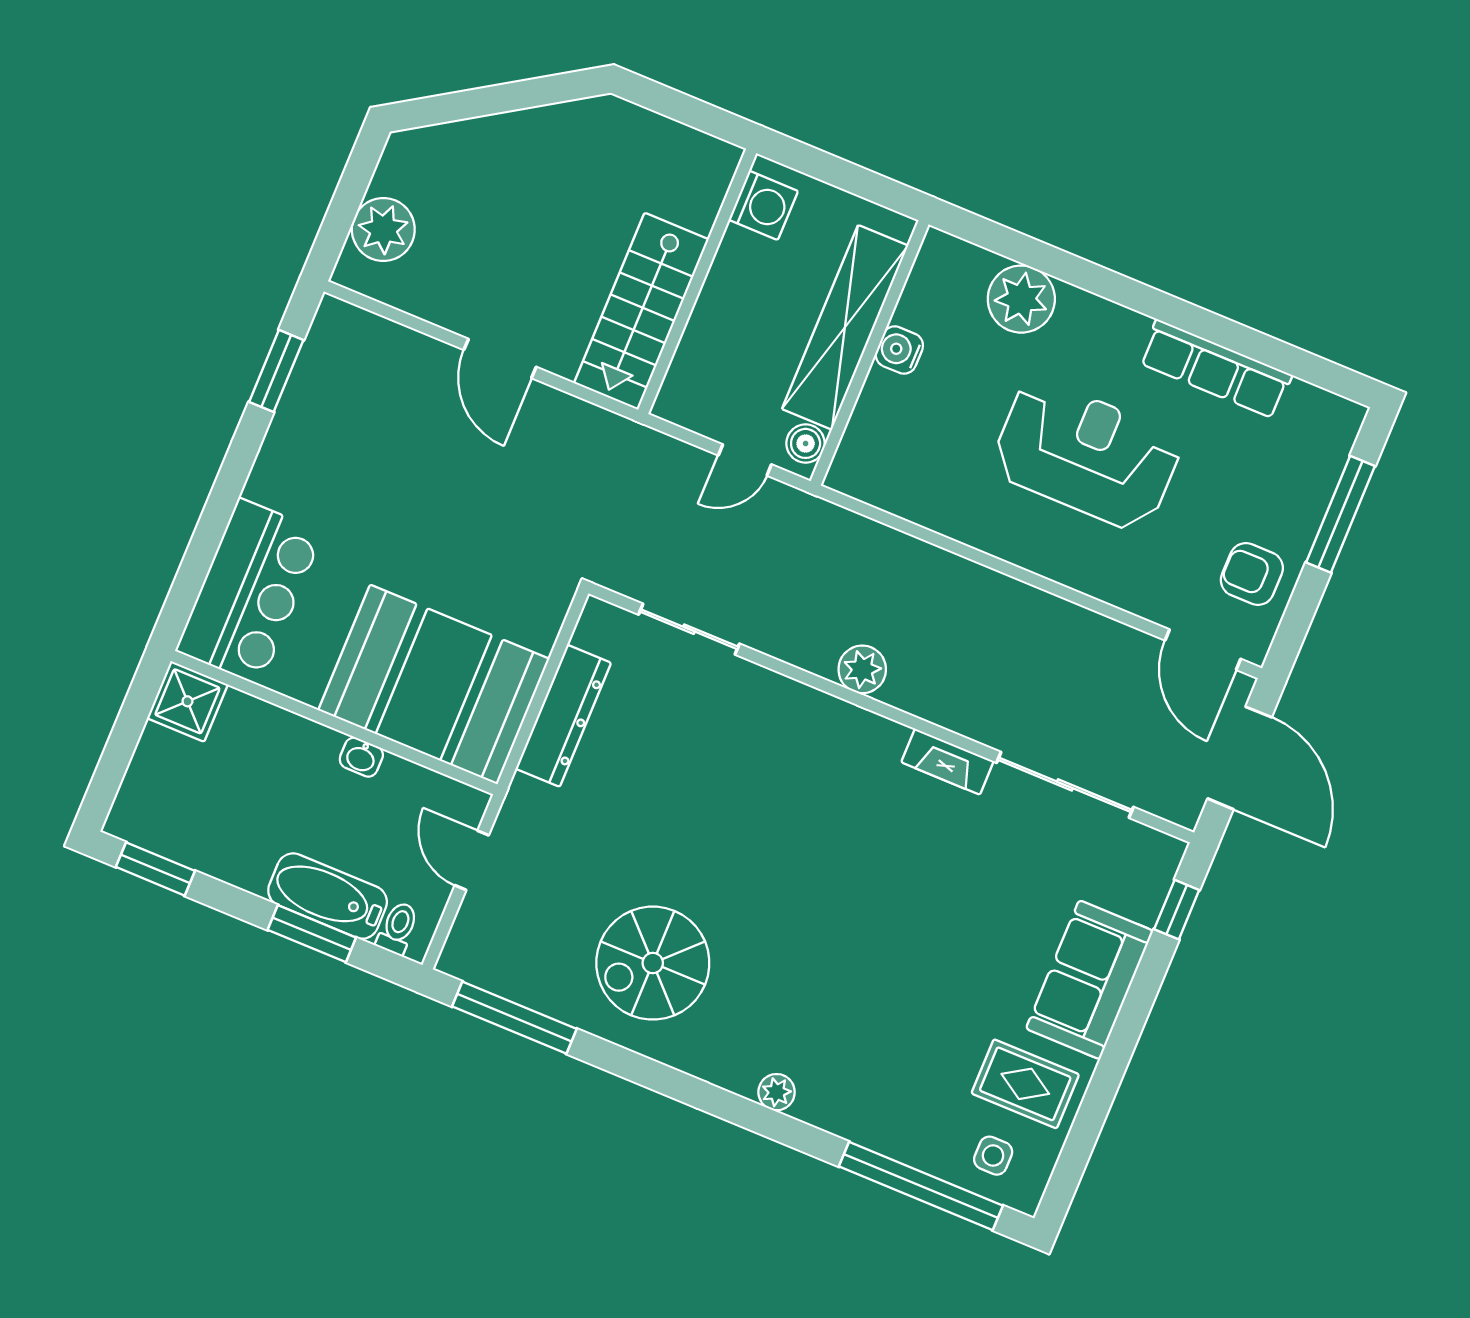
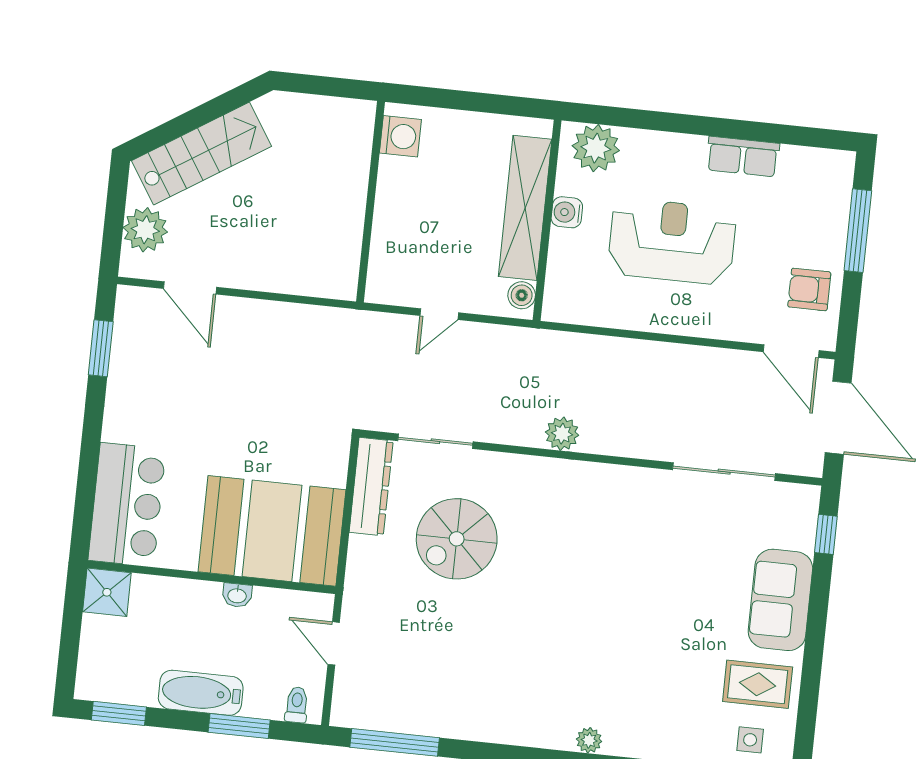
stairs: (641, 311) -> (201, 154), moved, turned -122
shelving: (845, 327) -> (525, 208), moved
water cooler: (899, 350) -> (567, 212), moved
wall: (870, 353) -> (547, 220), moved
door: (500, 358) -> (190, 288), moved
row of seats: (1215, 369) -> (743, 157), width x0.68
boiler: (806, 443) -> (522, 295), moved
dresser: (563, 716) -> (371, 487), moved
fireplace: (947, 762) -> (639, 480), removed
bathtub: (328, 896) -> (201, 693), moved
spiral stairs: (653, 963) -> (457, 539), moved

